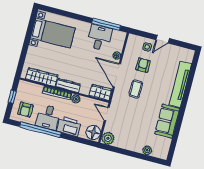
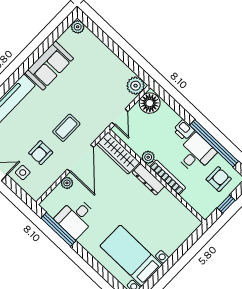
wardrobe: (42, 77) -> (176, 208), removed
wardrobe: (101, 92) -> (118, 153), width x1.50
printer: (69, 126) -> (184, 130), width x0.53, depth x0.68
plant: (147, 150) -> (78, 27), moved

